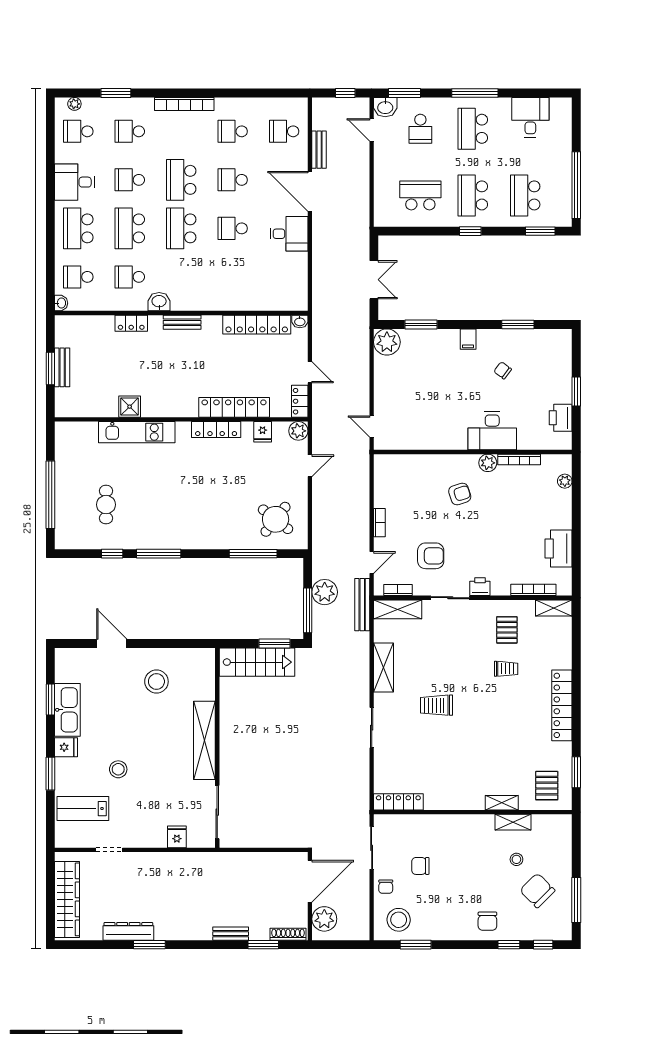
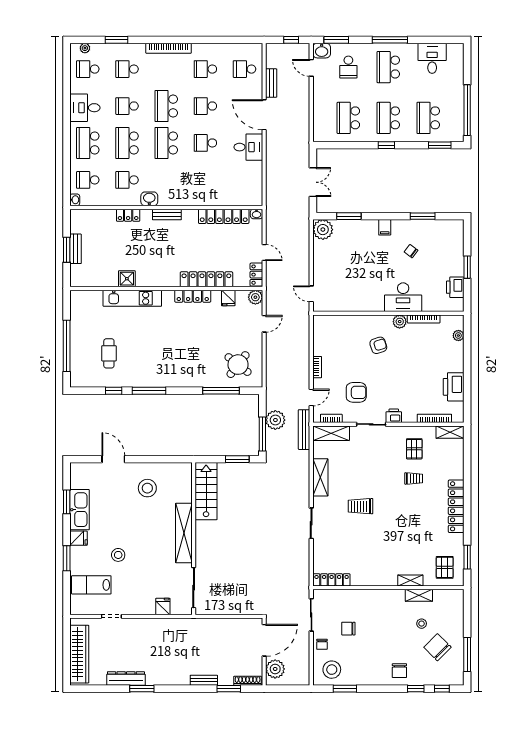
school desk: (420, 195) -> (348, 118), turned -90
stairs: (257, 662) -> (206, 491), moved, turned -90

